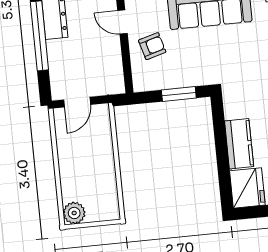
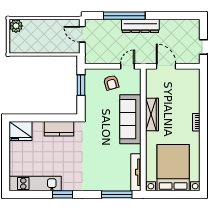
window: (179, 94) -> (81, 85), moved
kitchen counter: (239, 144) -> (59, 129), moved

